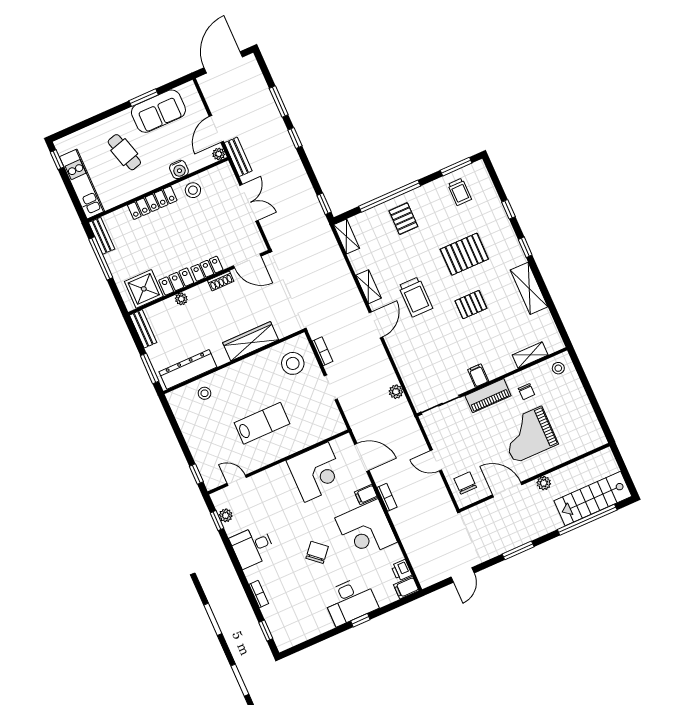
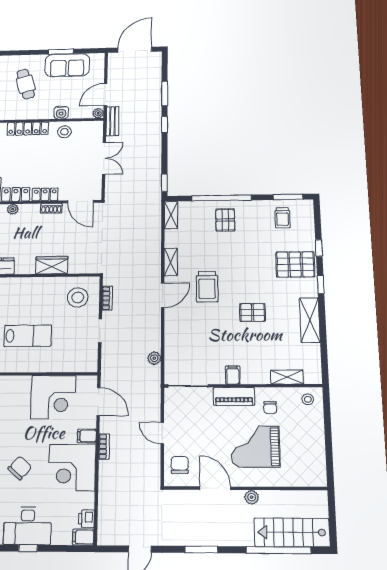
pallet: (464, 254) -> (295, 264), moved
wardrobe: (251, 341) -> (52, 265), width x0.67

